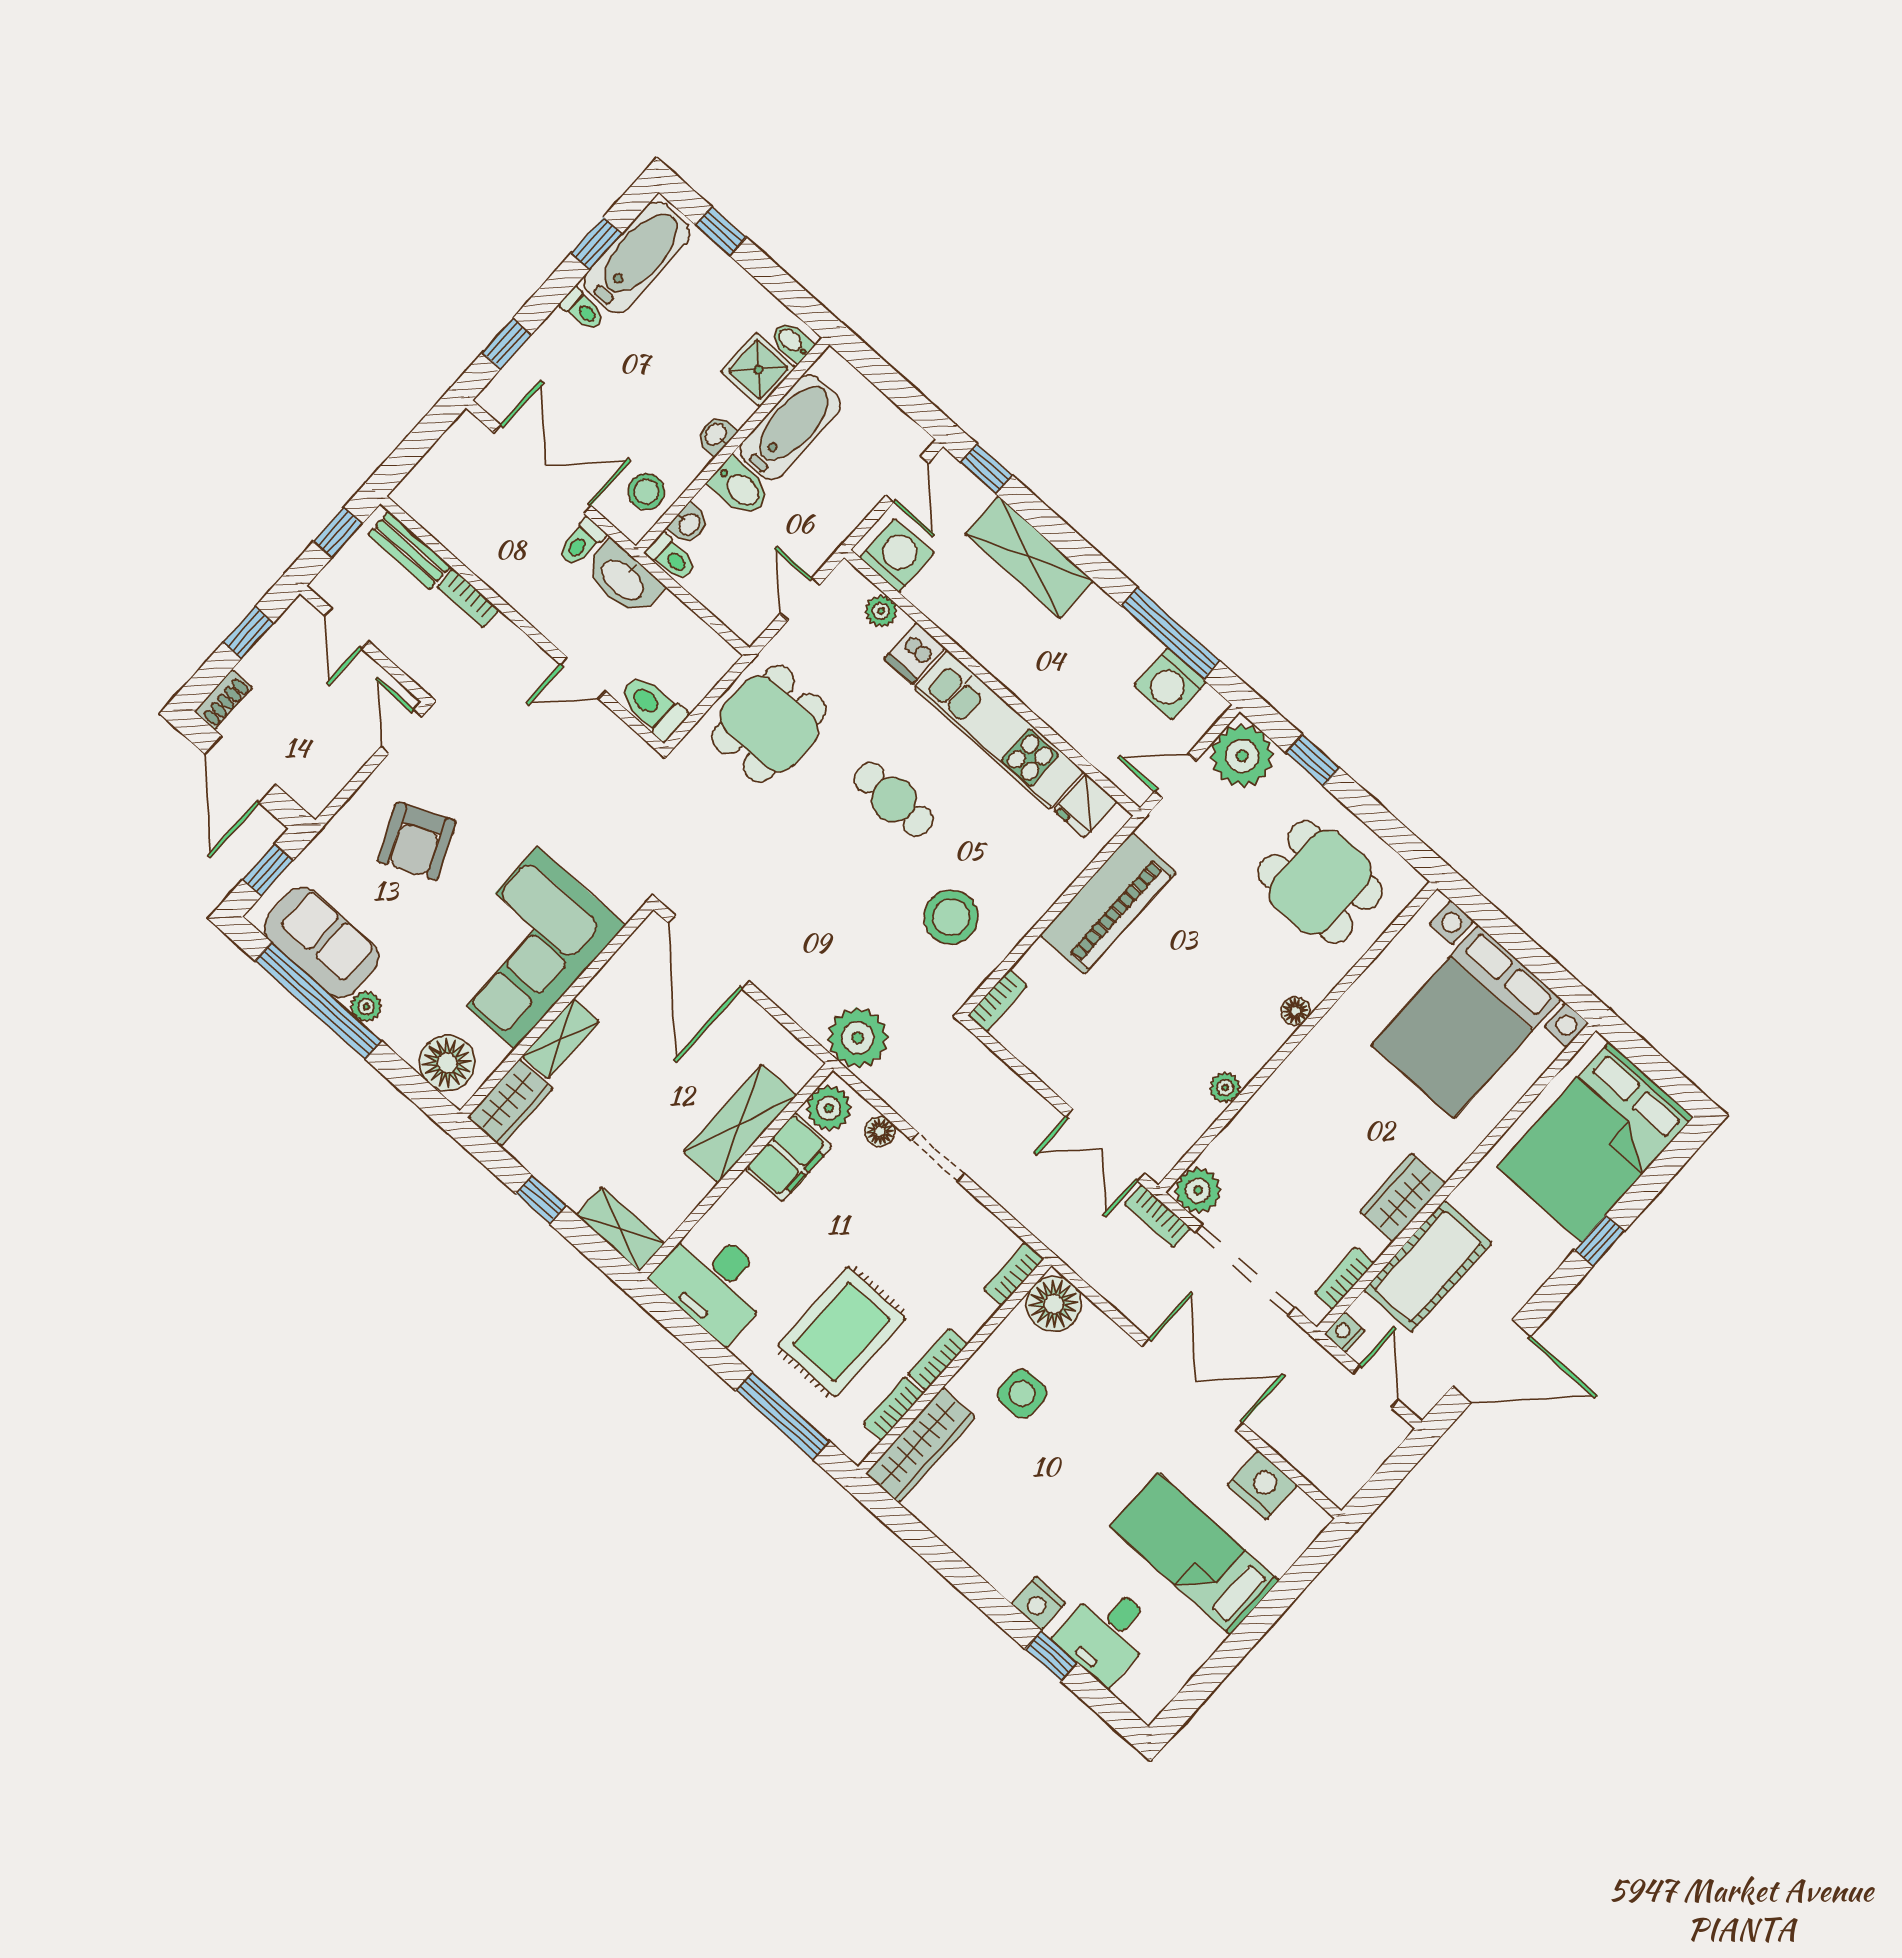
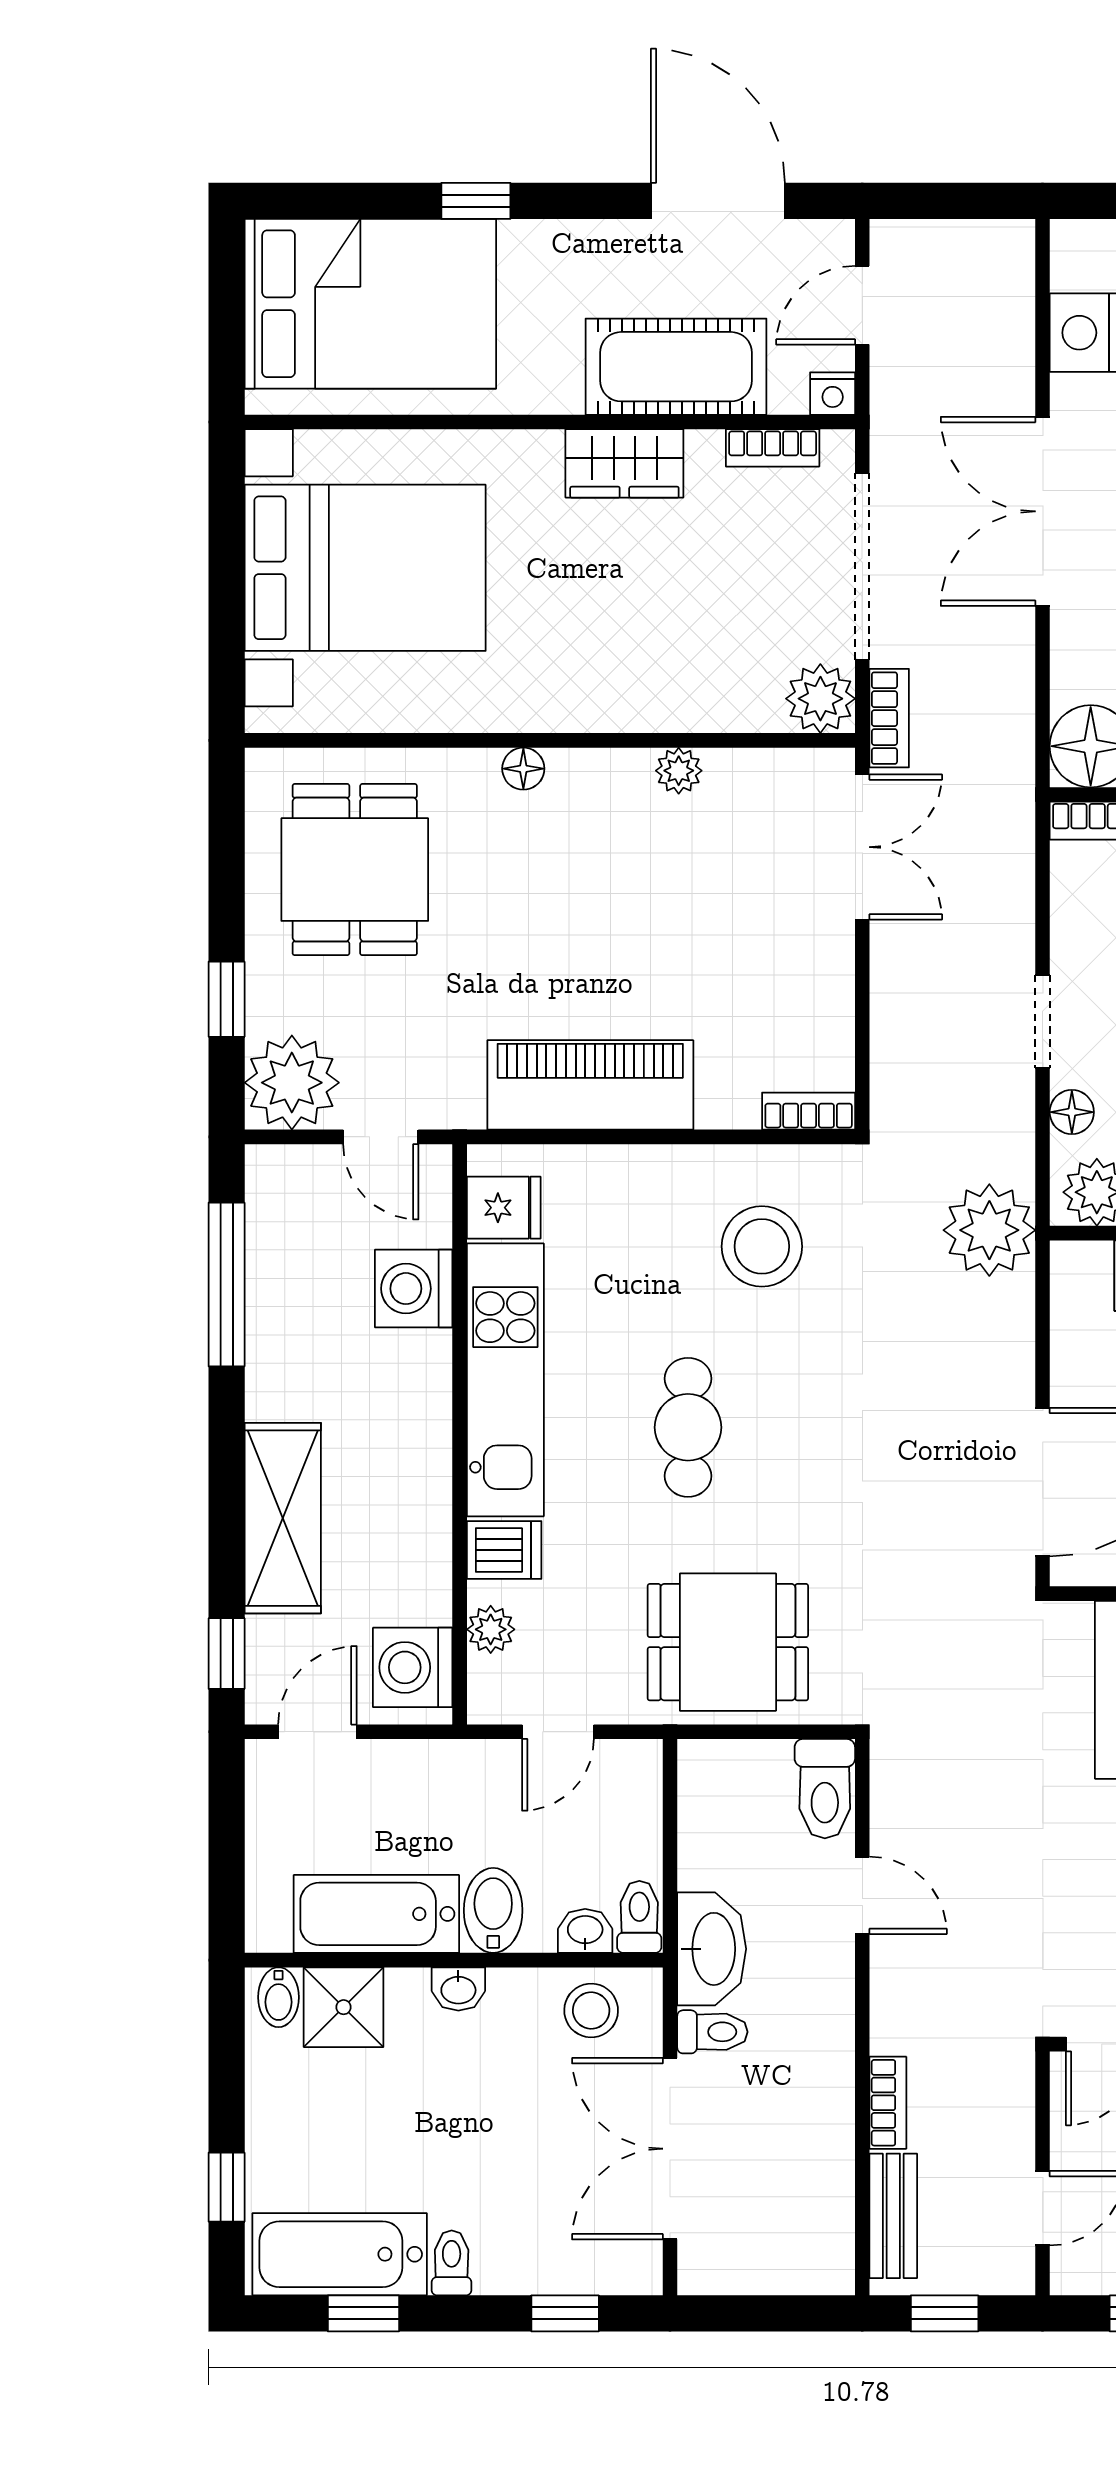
washing machine: (1170, 684) -> (414, 1289), moved, turned 180

